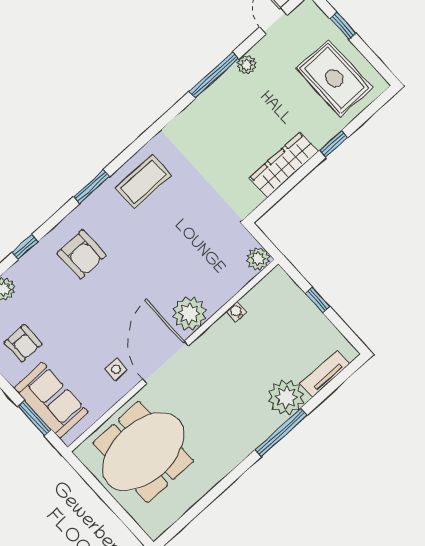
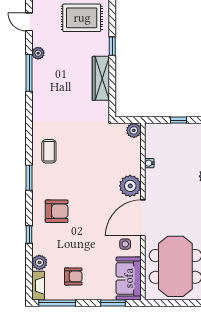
coffee table: (143, 182) -> (49, 151), width x0.73, depth x0.77
door: (165, 362) -> (143, 218), hinge flipped
sofa: (51, 400) -> (129, 278), moved, turned -90

